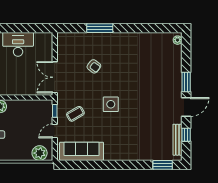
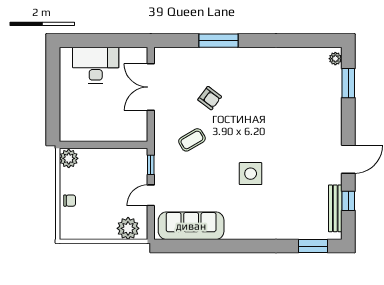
double door: (55, 77) -> (151, 87), moved
window: (186, 82) -> (348, 83), moved
side table: (111, 104) -> (251, 174), moved
coffee table: (75, 114) -> (192, 140), moved

